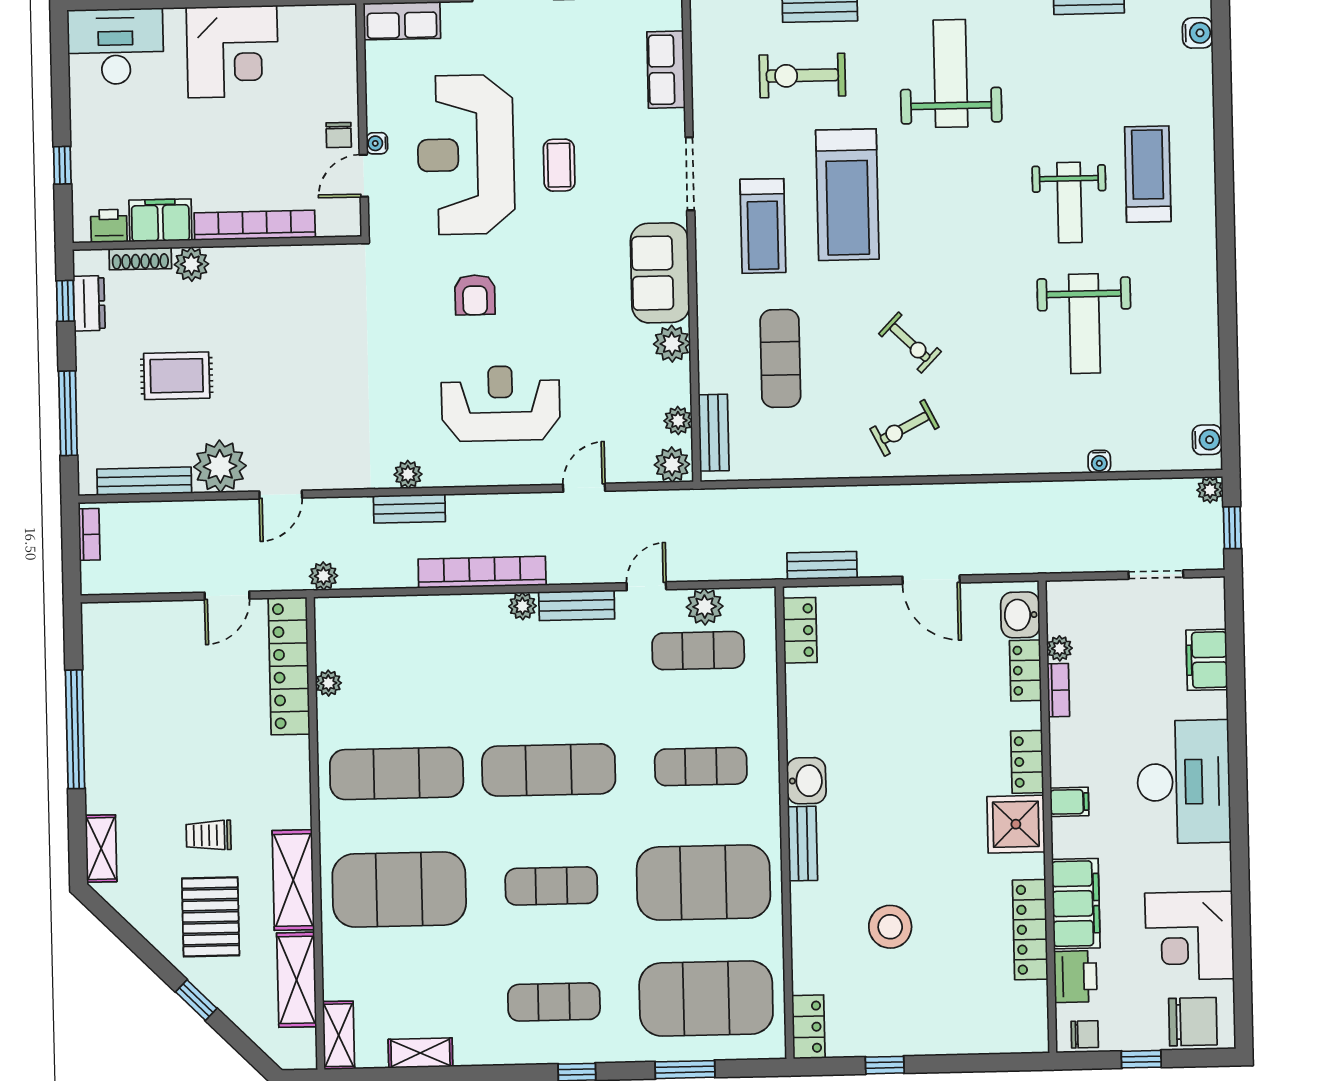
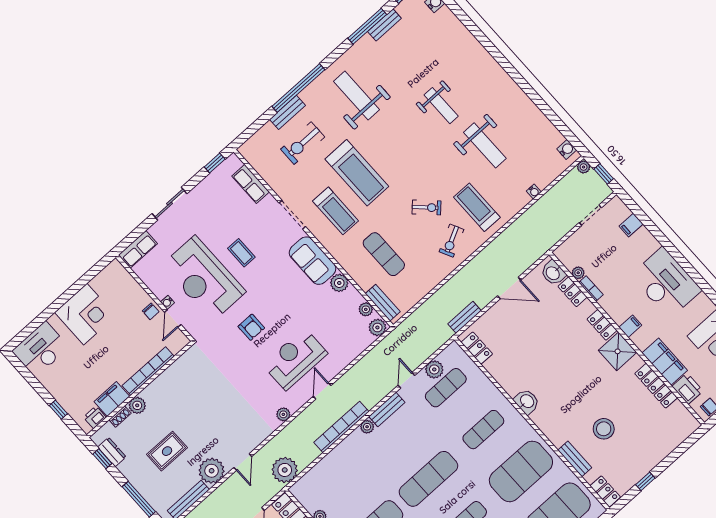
treadmill: (1148, 174) -> (477, 207), moved
shoe rack: (140, 259) -> (120, 416), width x0.70
door: (584, 488) -> (322, 391), moved
bench: (409, 509) -> (295, 427), removed
plant: (323, 576) -> (285, 470), width x1.87, depth x1.87
filing cabinet: (1207, 660) -> (631, 225), width x0.50
bench: (803, 844) -> (575, 459), moved

